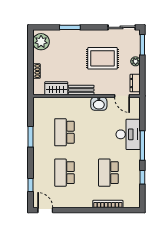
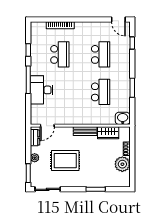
plant: (41, 42) -> (122, 164), moved
door: (122, 96) -> (47, 126), swing flipped
washbasin: (99, 104) -> (123, 118), moved

